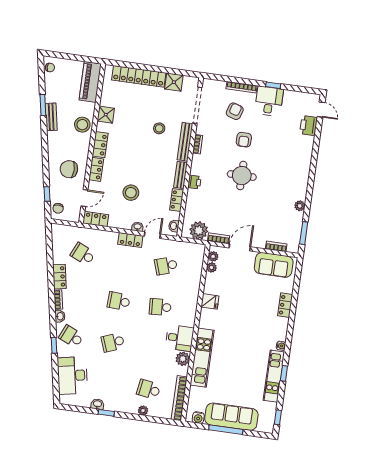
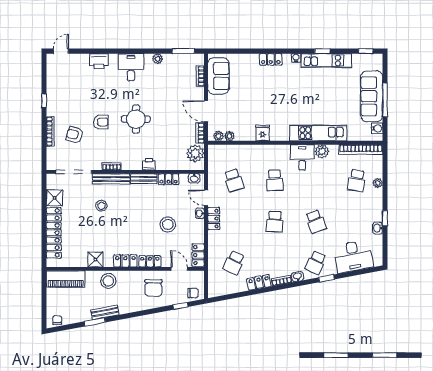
desk: (269, 101) -> (131, 67), moved, turned 90
printer: (309, 125) -> (99, 61), moved
locker: (285, 305) -> (271, 59), moved

